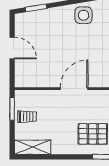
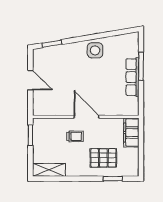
door: (74, 89) -> (87, 117), hinge flipped
trolley: (27, 117) -> (75, 136), moved

